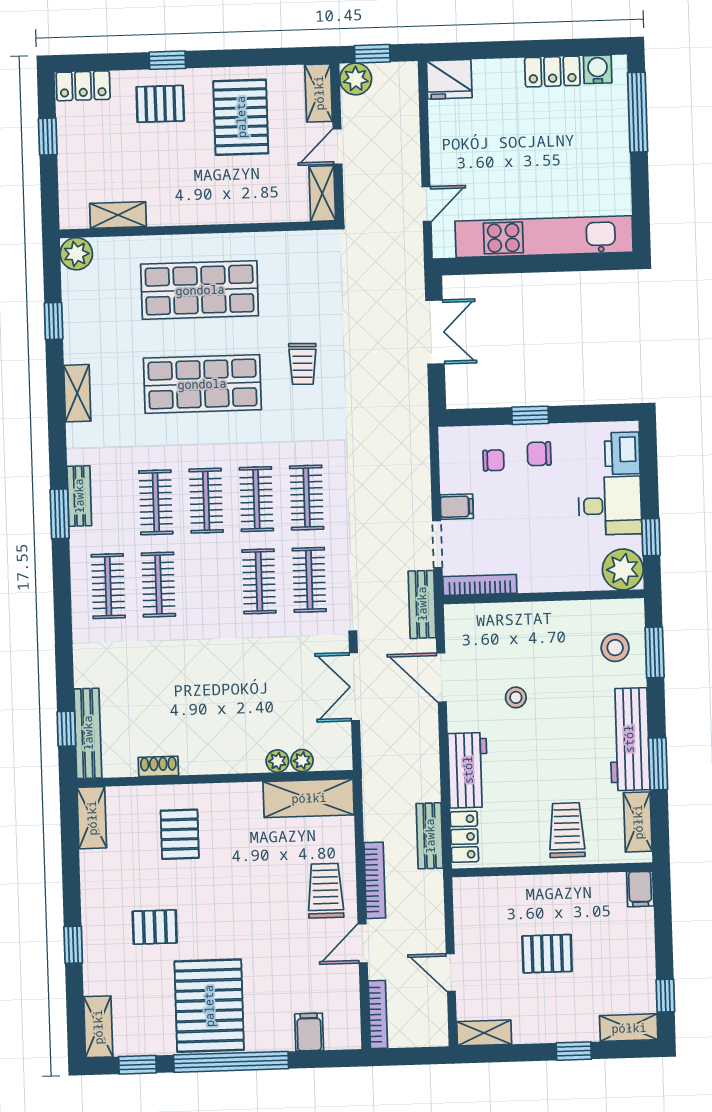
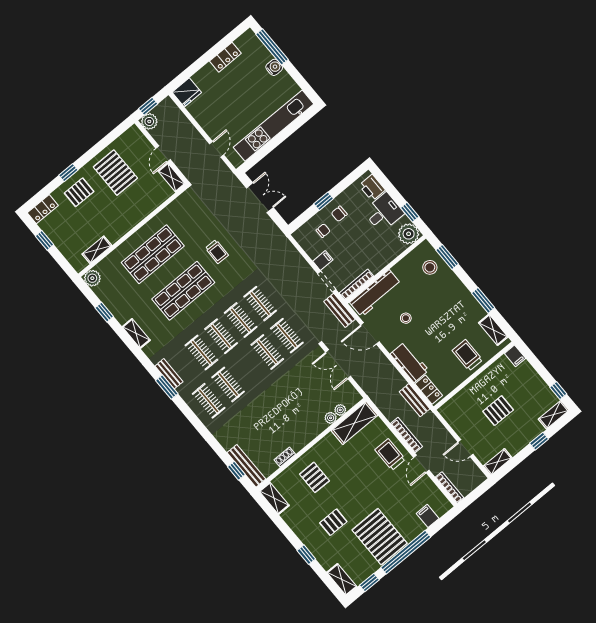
water cooler: (598, 69) -> (274, 67), moved, turned 90
shelving: (319, 93) -> (139, 139), removed
workbench: (629, 739) -> (375, 293), moved, turned -90

